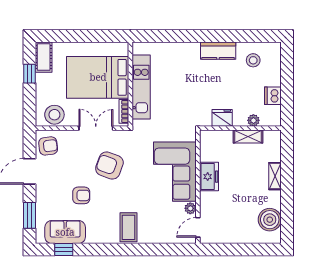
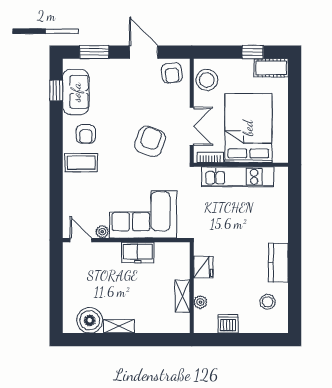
shelving: (275, 176) -> (119, 326), moved
armchair: (81, 195) -> (86, 134), moved

